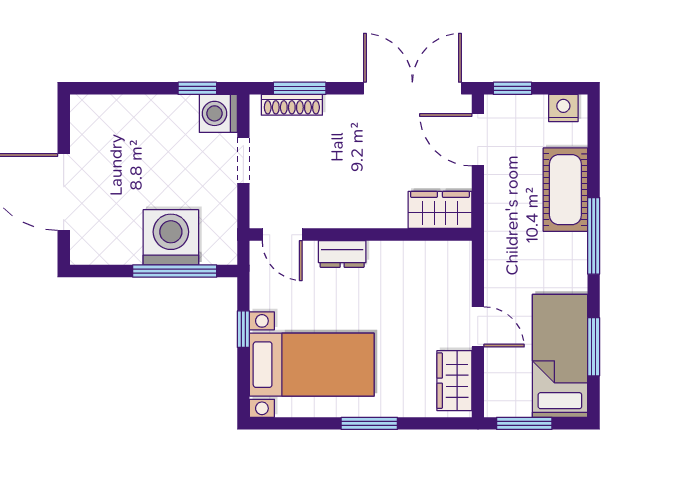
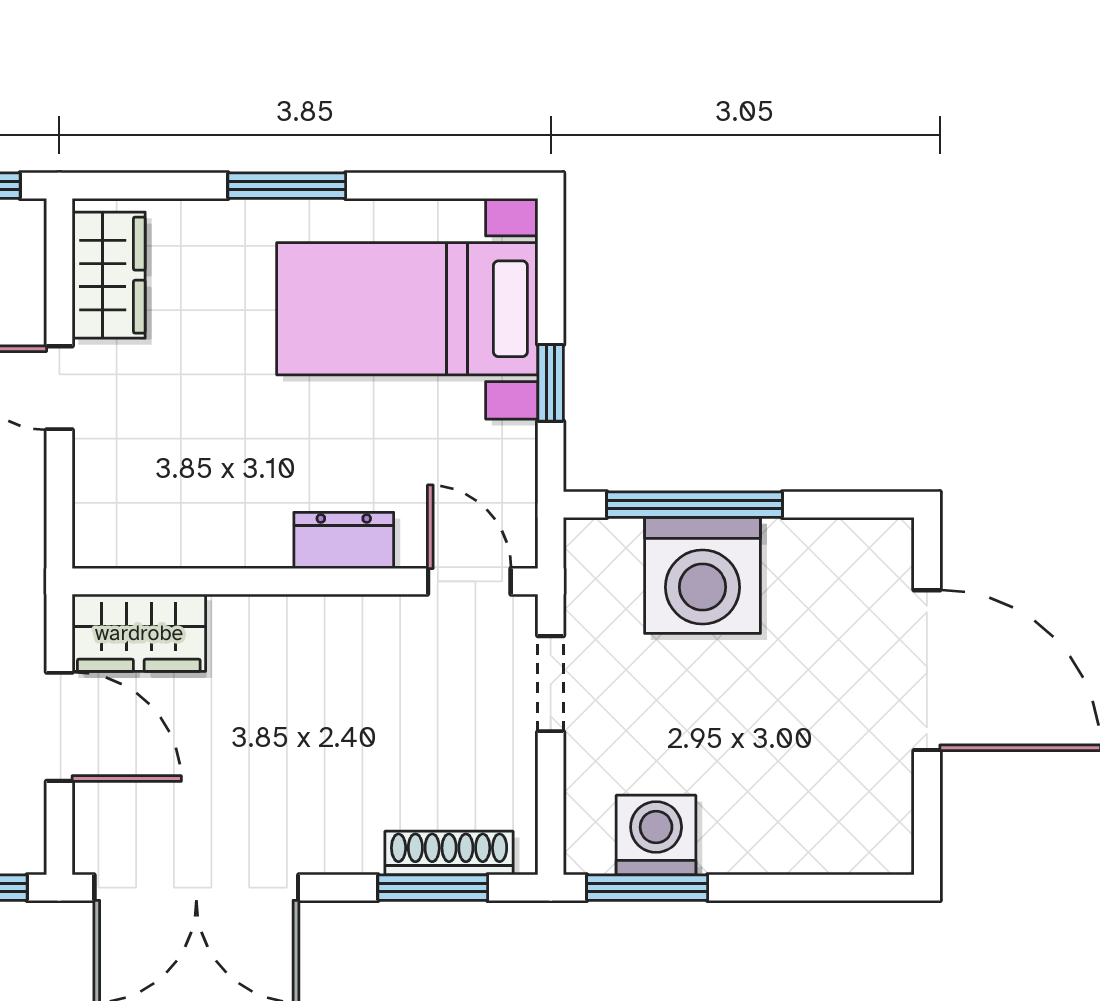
window: (197, 88) -> (647, 888), width x1.50
washing machine: (218, 113) -> (656, 835), moved, turned -90
door: (478, 140) -> (59, 727), moved
doorway: (243, 161) -> (551, 684), moved

